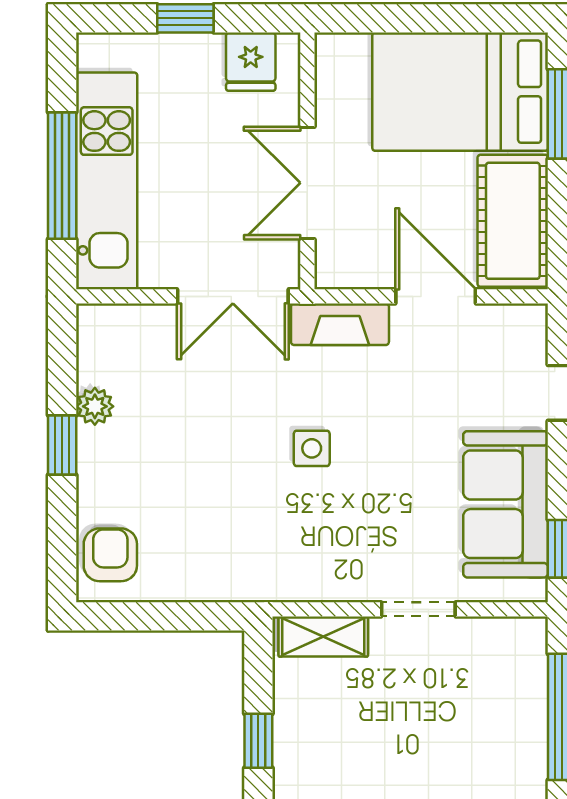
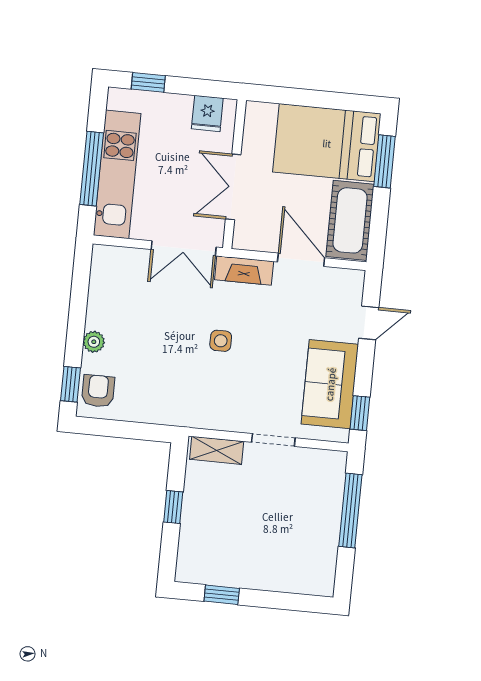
window: (185, 18) -> (148, 82), moved
plant: (95, 406) -> (94, 342), moved
window: (62, 445) -> (71, 384), moved

